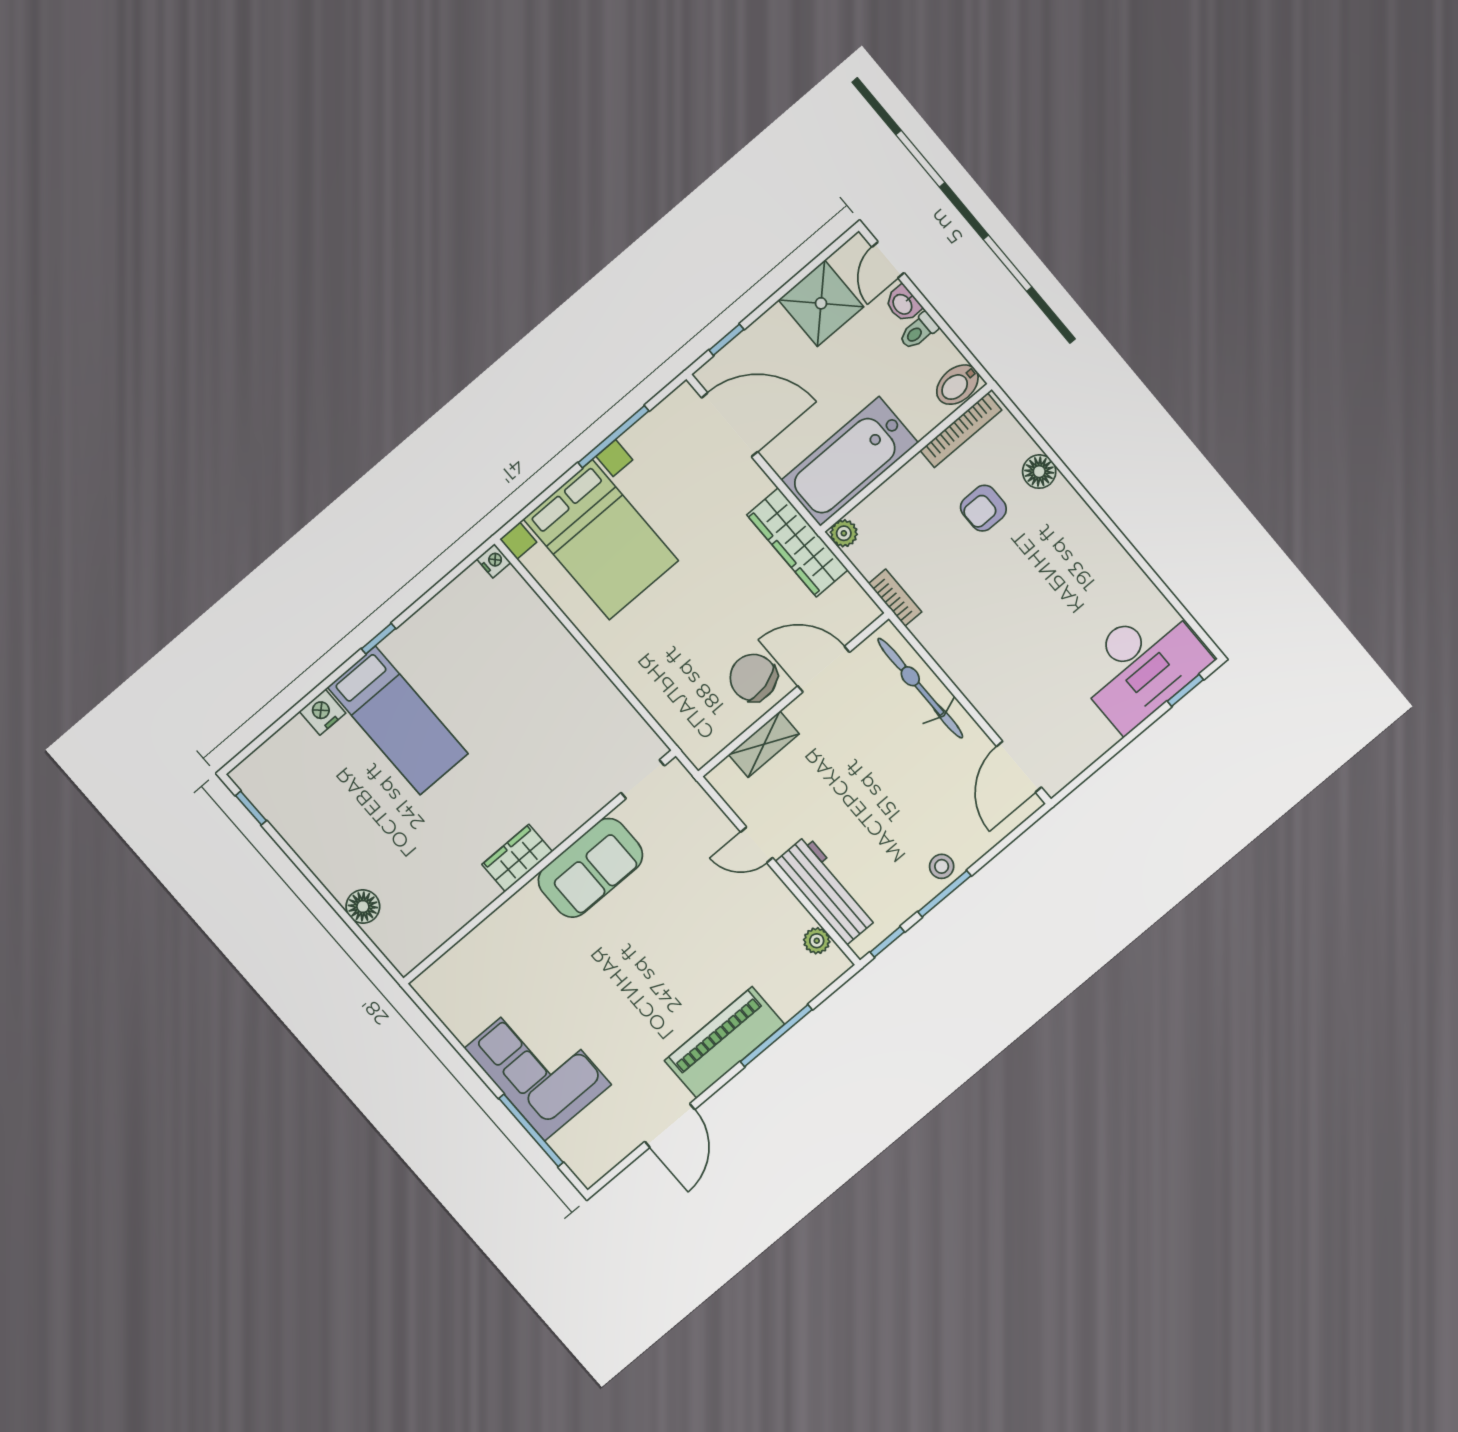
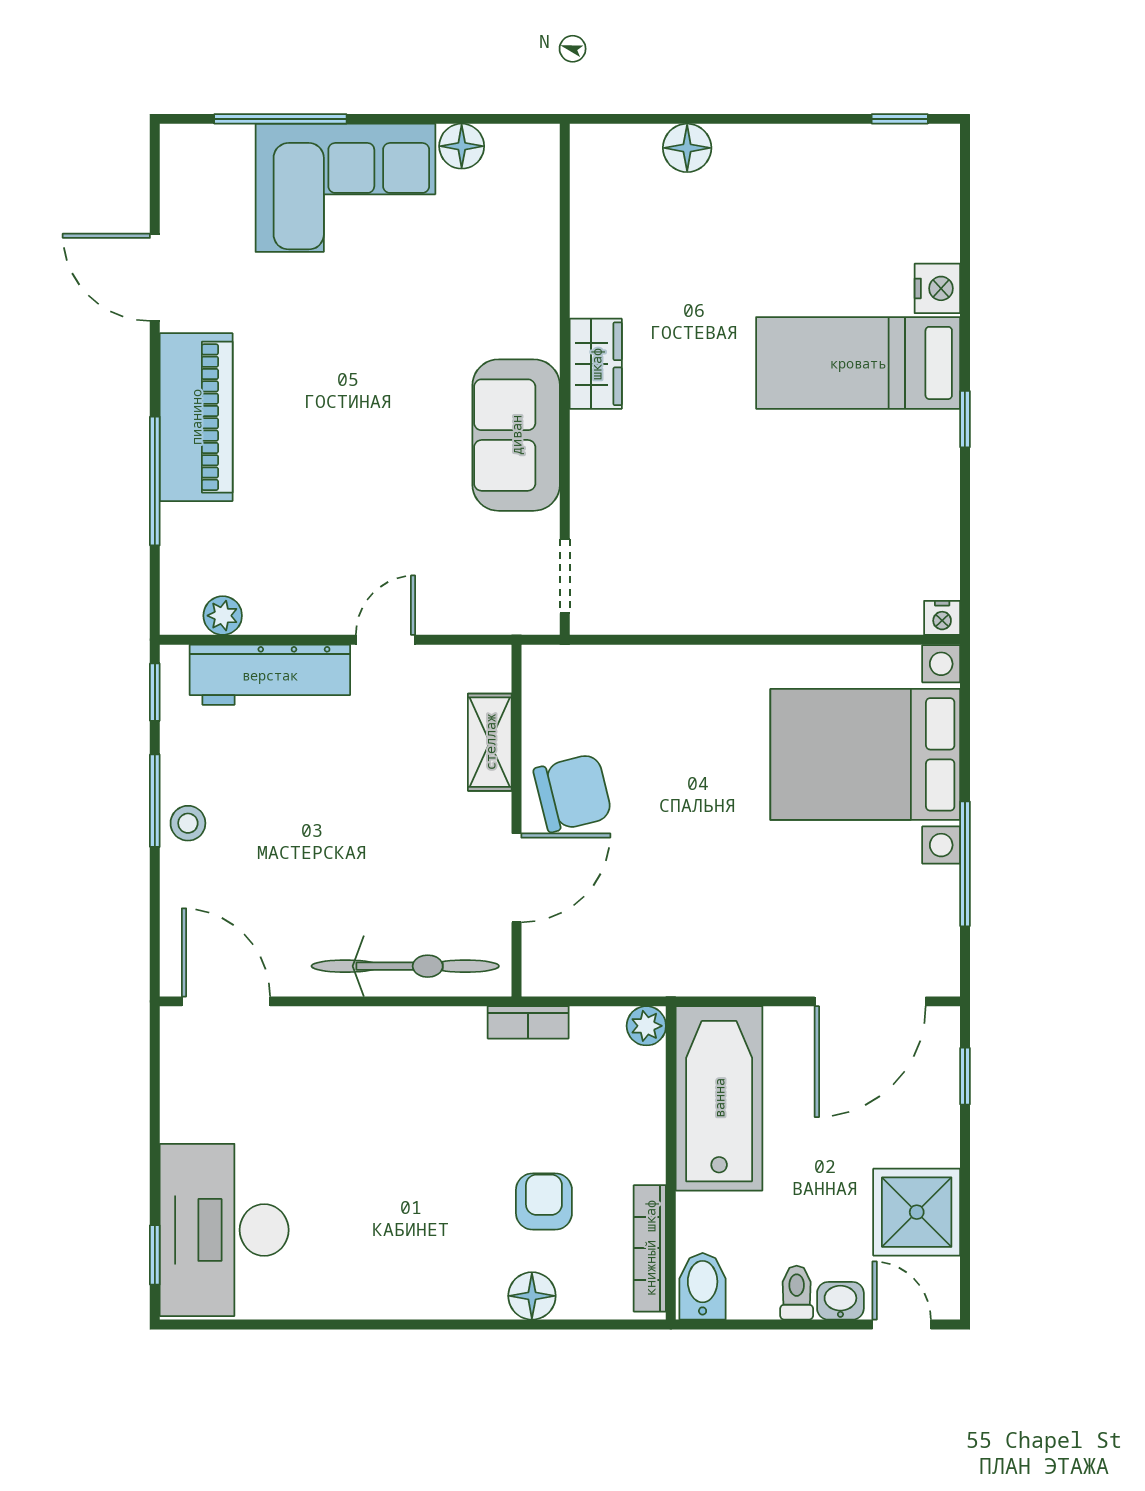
wardrobe: (797, 542) -> (680, 967), removed
floor lamp: (464, 1025) -> (462, 146), added

